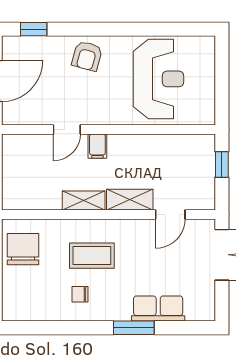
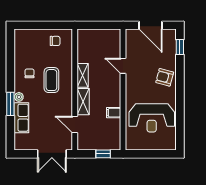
filing cabinet: (97, 146) -> (114, 113), moved
chair: (23, 249) -> (55, 41), width x0.54, depth x0.54
plant: (122, 313) -> (19, 97), added

